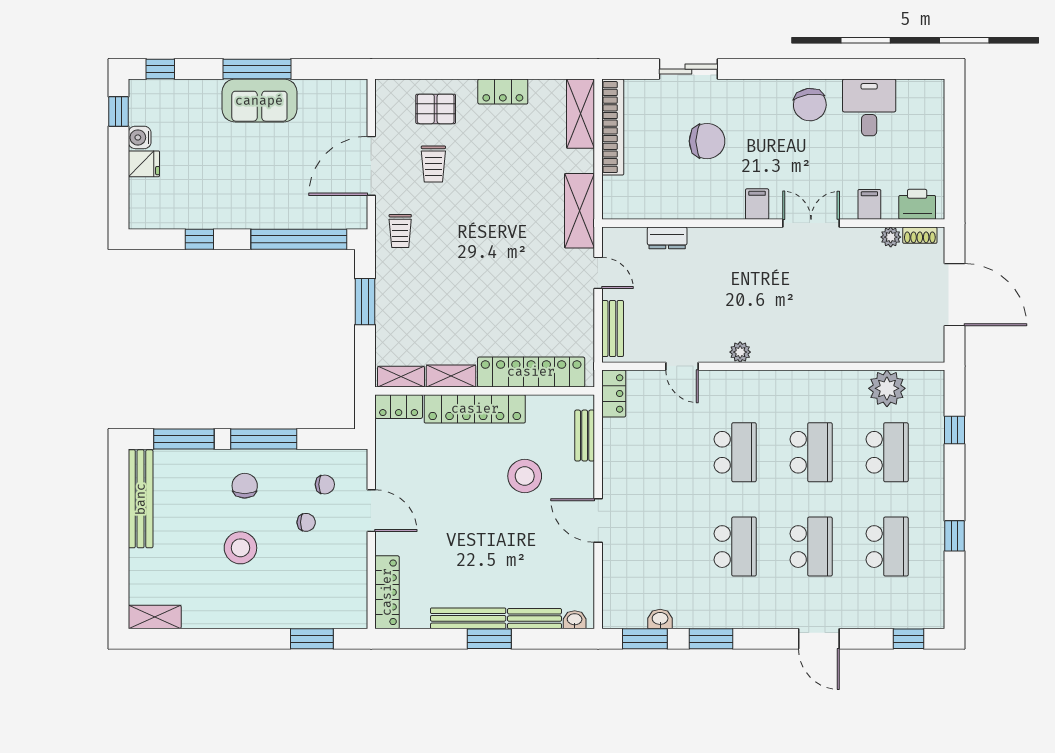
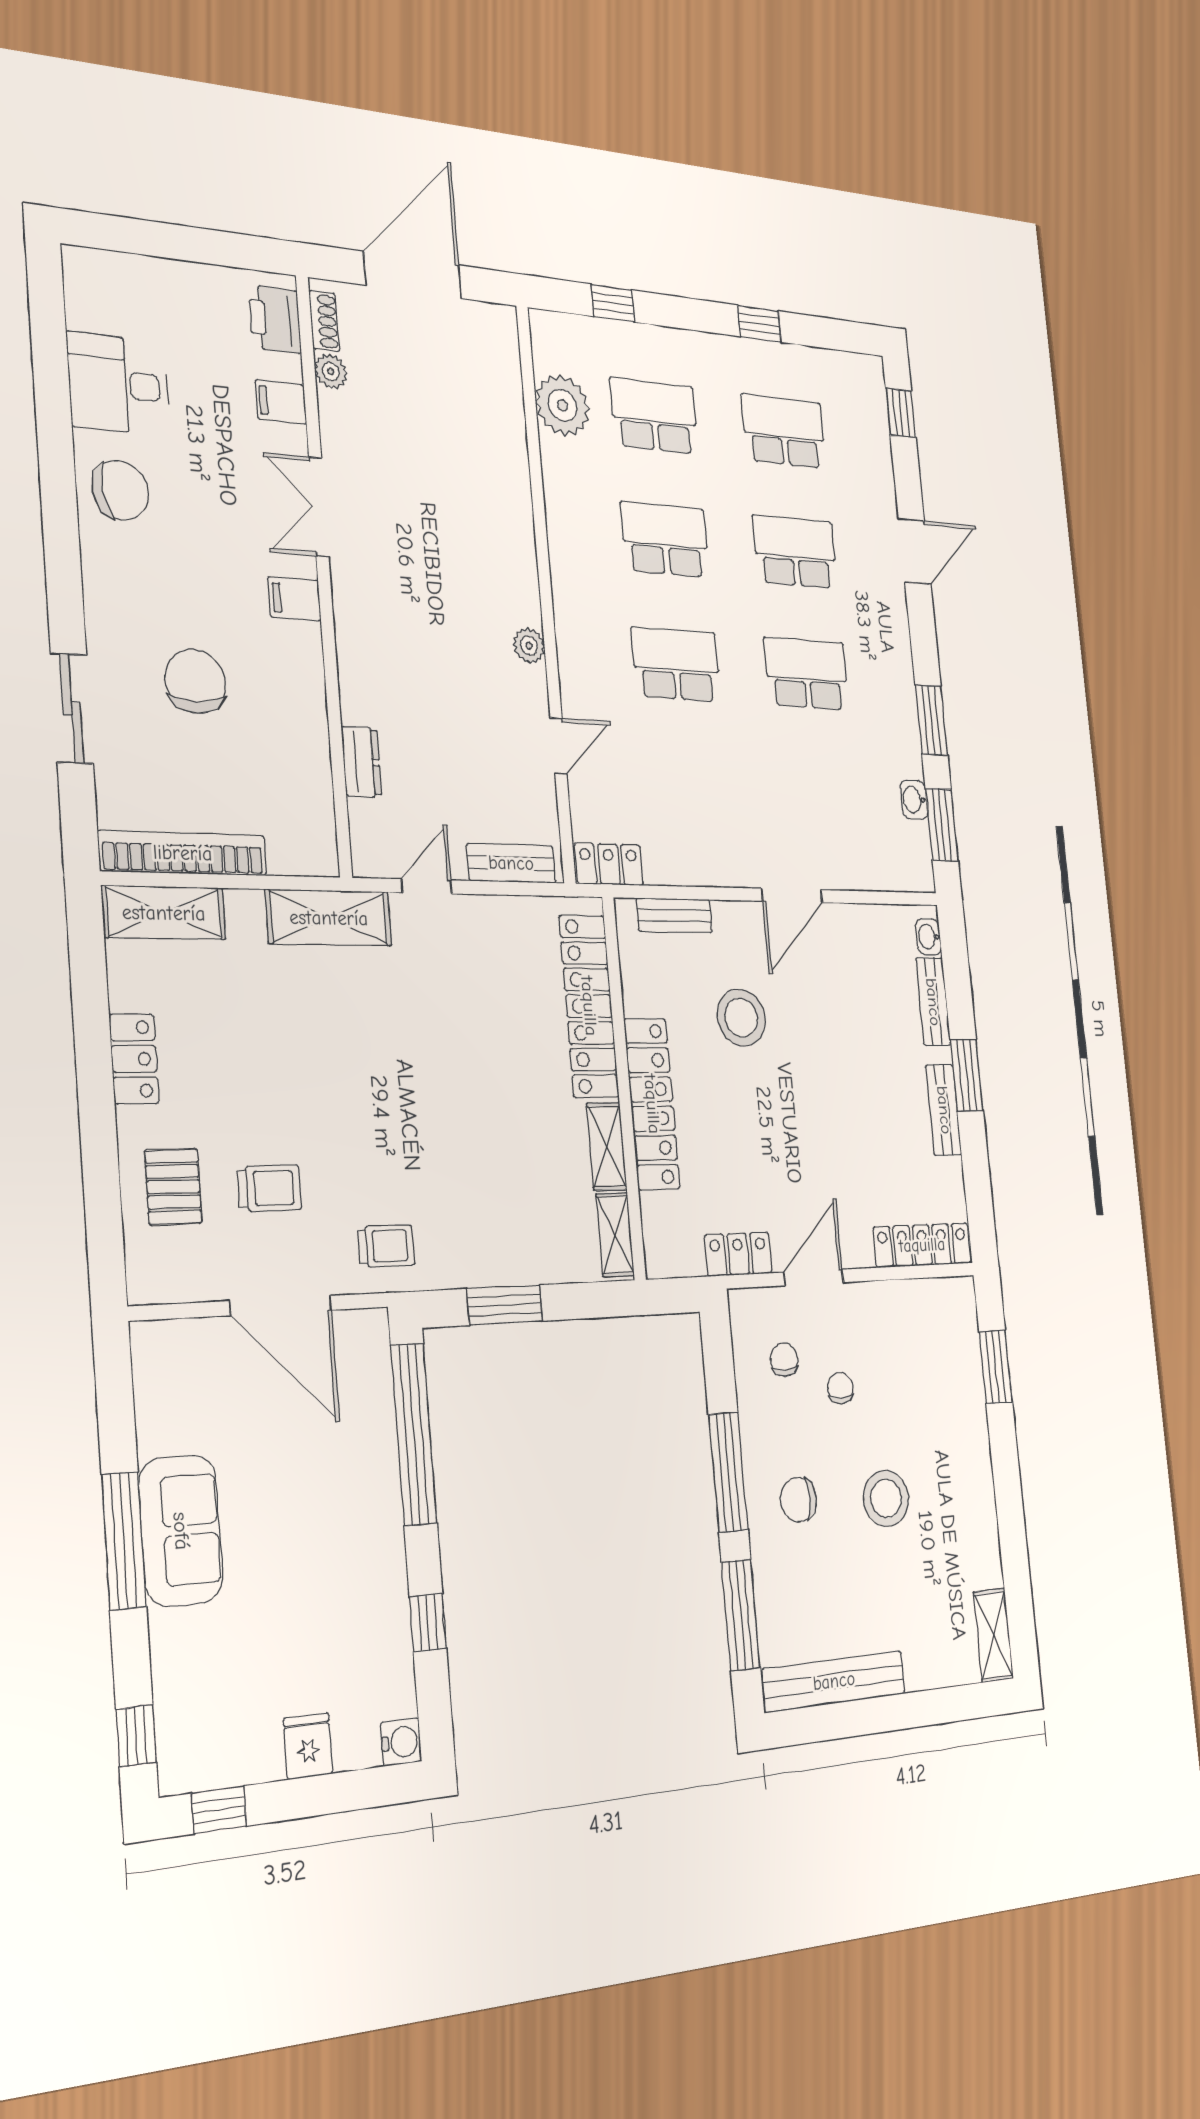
water cooler: (140, 137) -> (401, 1742), moved, turned -90
locker: (399, 407) -> (738, 1254), moved, turned -90
bench: (468, 618) -> (944, 1110), width x0.73

